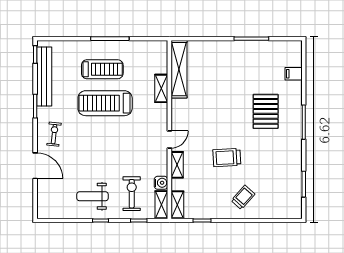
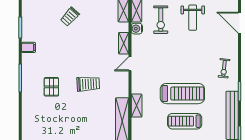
filing cabinet: (294, 74) -> (29, 47), moved
pallet: (266, 111) -> (51, 87), width x0.67, depth x0.71
trolley: (227, 158) -> (88, 84), moved
door: (35, 166) -> (239, 23), moved
weight bench: (92, 196) -> (193, 18), turned 90

